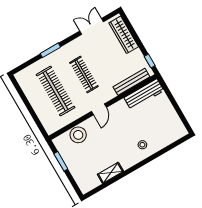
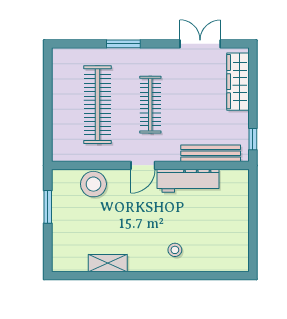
workbench: (144, 94) -> (188, 181), moved

